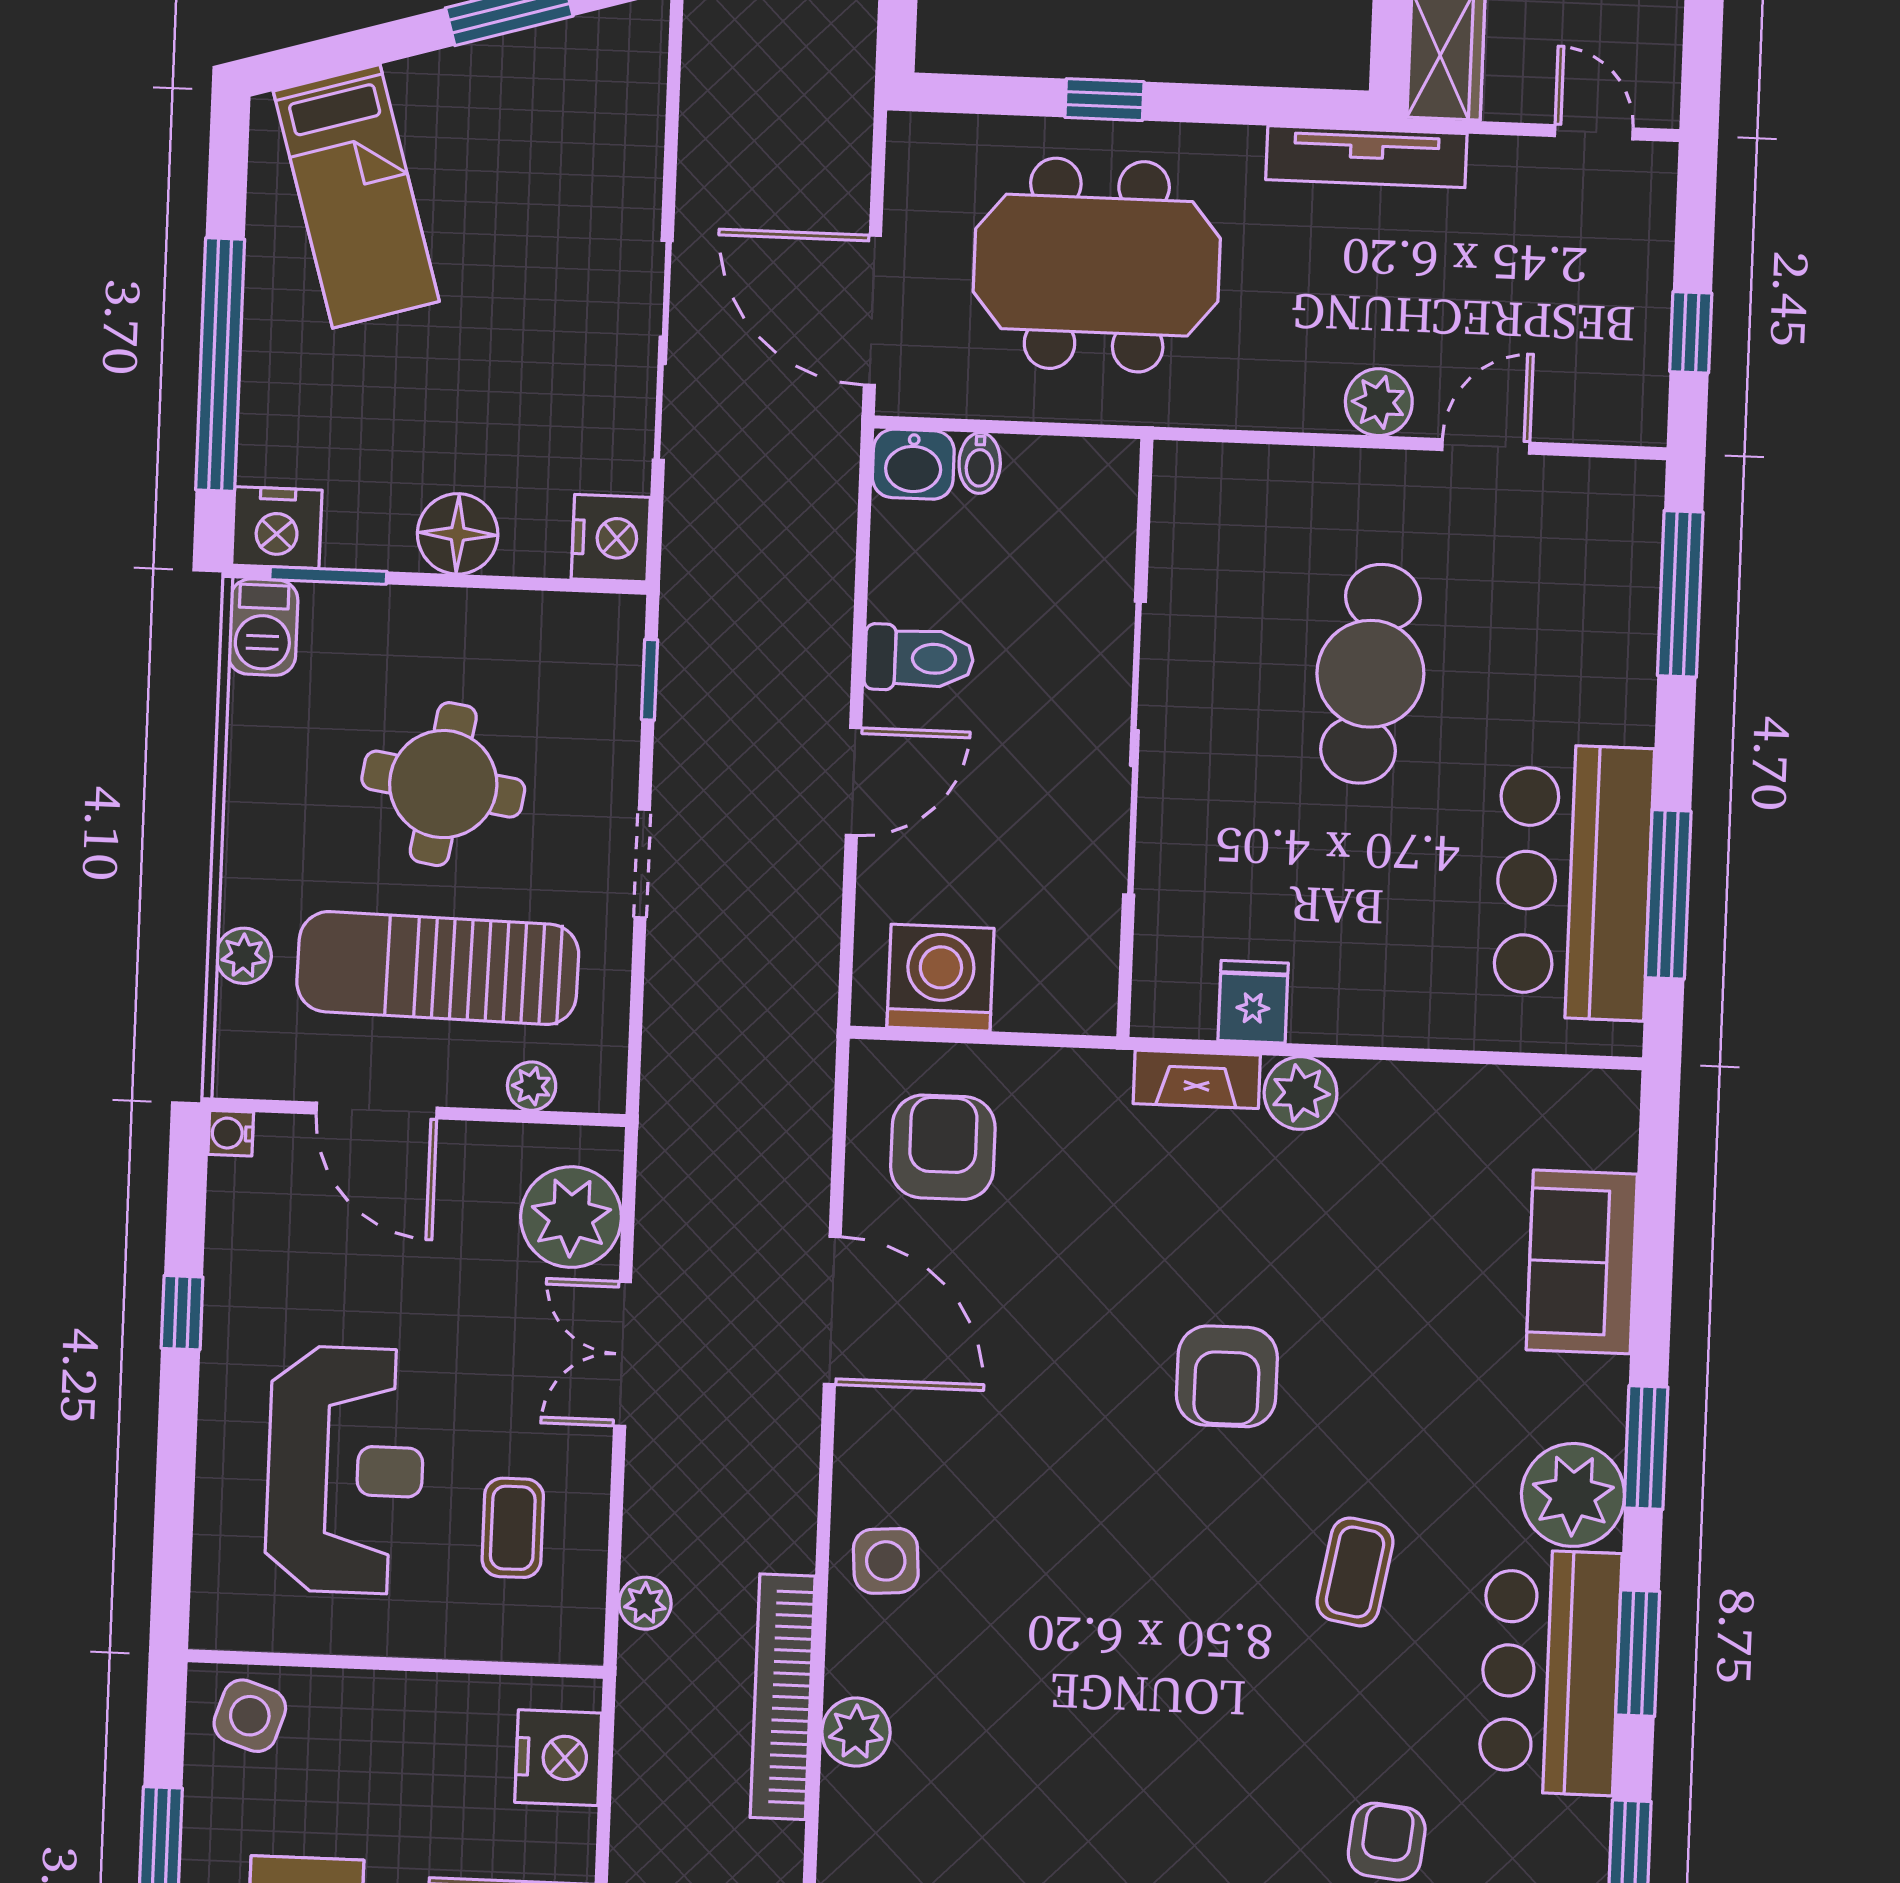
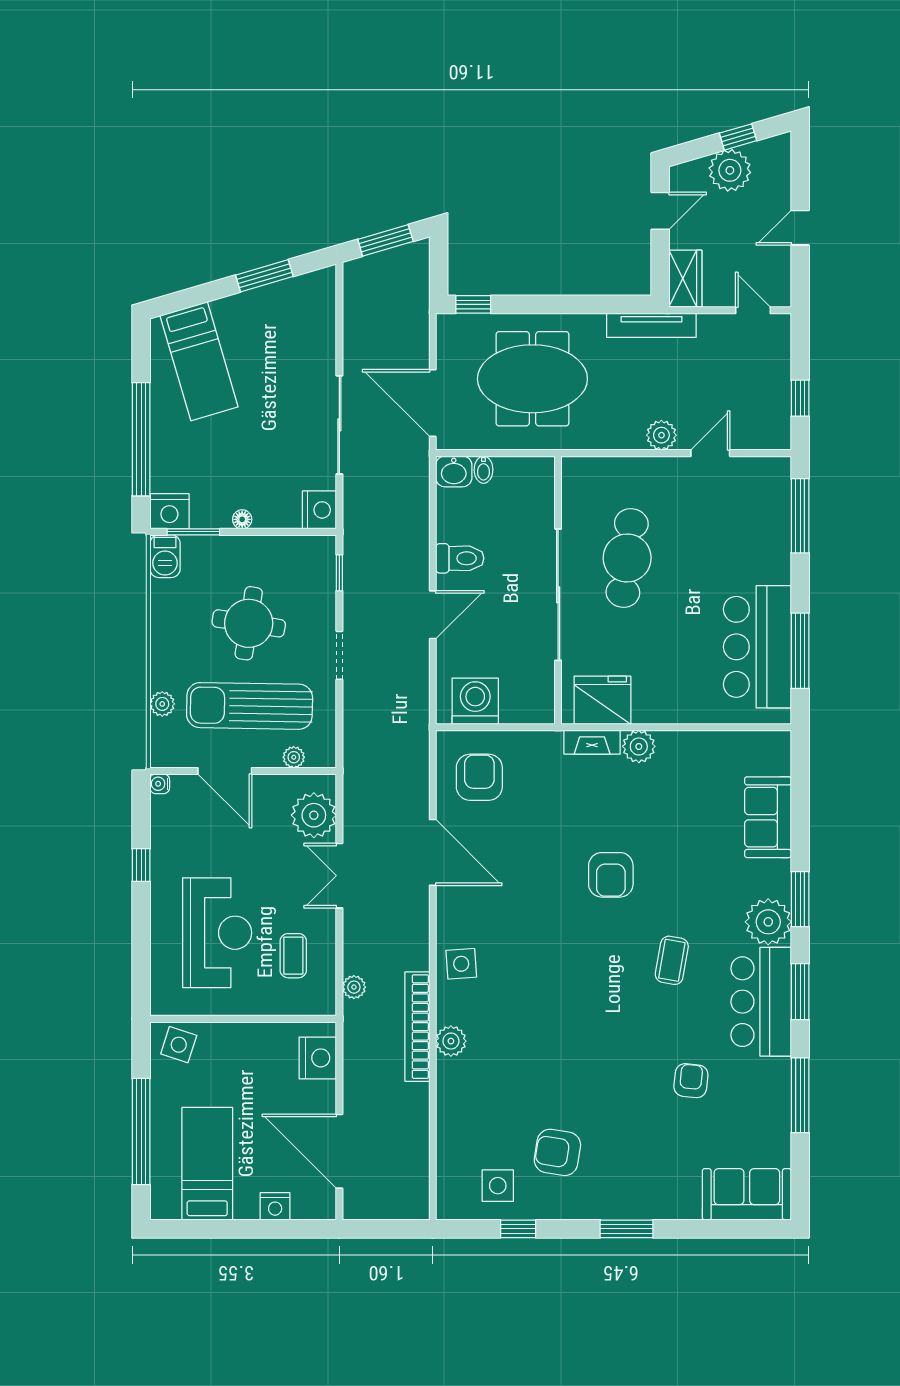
window: (1104, 100) -> (473, 304), moved
floor lamp: (458, 534) -> (242, 519), width x0.53, depth x0.53
cafe table: (1370, 674) -> (627, 558), moved
fridge: (1253, 1002) -> (603, 700), width x1.88, depth x1.34

